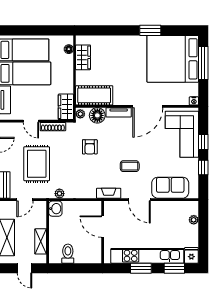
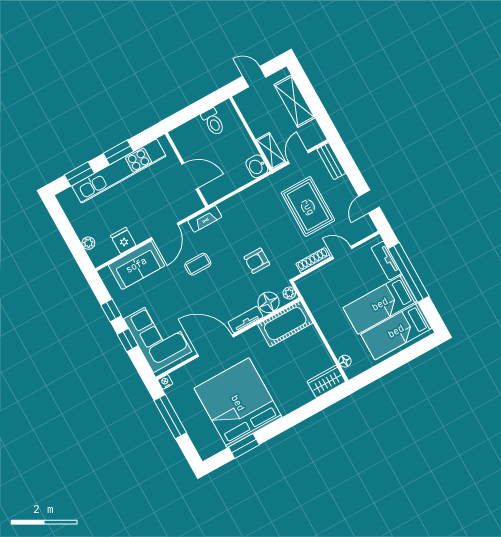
window: (150, 30) -> (244, 446), moved
wardrobe: (83, 57) -> (326, 381), moved, turned 90
bed: (173, 59) -> (238, 403), moved, turned -90
window: (203, 63) -> (170, 417), moved
door: (148, 106) -> (215, 346), hinge flipped
wardrobe: (66, 107) -> (311, 292), removed
armchair: (90, 147) -> (257, 261), turned -90
plant: (59, 194) -> (262, 187), removed
door: (139, 200) -> (165, 231), swing flipped
shelving: (41, 241) -> (271, 151), moved
fridge: (191, 255) -> (123, 241), moved, turned 180

